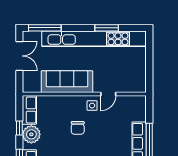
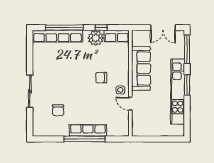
window: (107, 28) -> (187, 85), moved
kitchen unit: (94, 39) -> (178, 92), width x0.73

